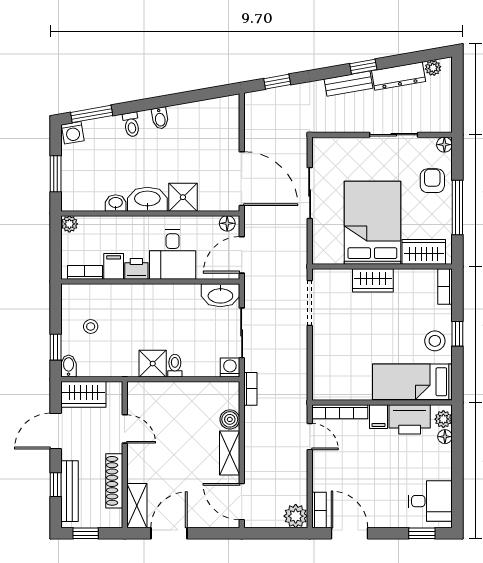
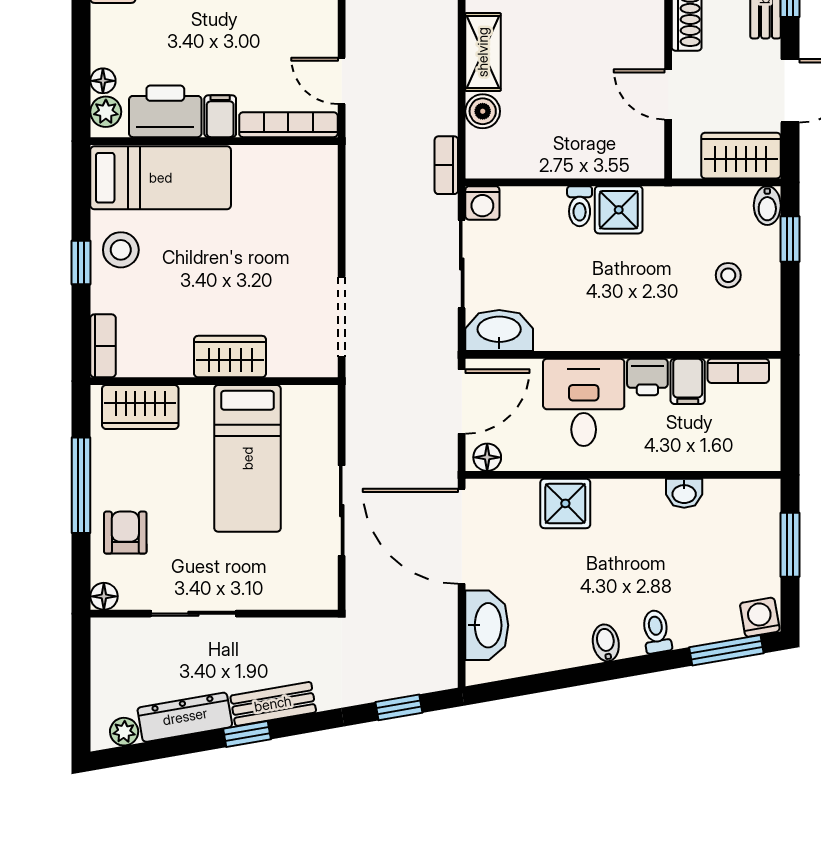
armchair: (432, 181) -> (125, 533), turned 180
washbasin: (147, 199) -> (487, 625), moved, turned -90
bed: (372, 223) -> (248, 458), width x0.67
plant: (69, 224) -> (766, 456), removed

